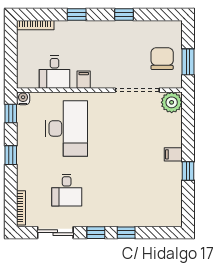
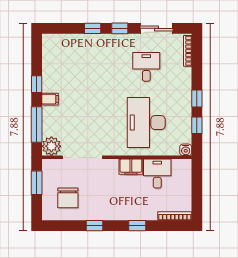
chair: (162, 59) -> (68, 198), moved
filing cabinet: (84, 80) -> (131, 167), width x2.00
window: (11, 113) -> (197, 125), moved
window: (188, 126) -> (37, 124), added

